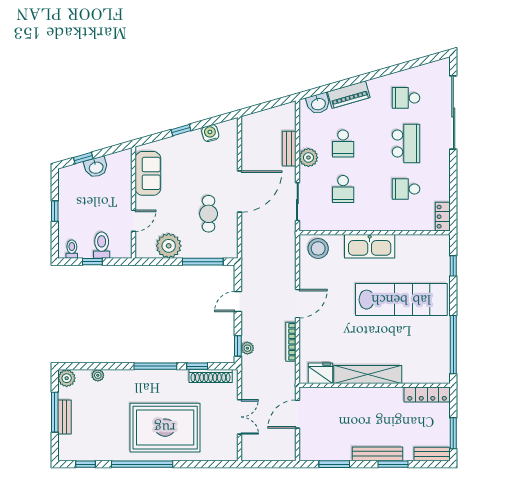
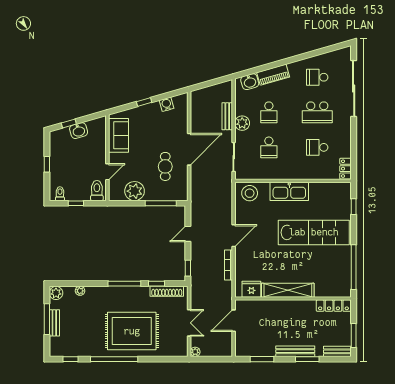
school desk: (406, 143) -> (317, 112), turned 90
toilet: (102, 245) -> (97, 191), moved
plant: (247, 348) -> (195, 352), moved

